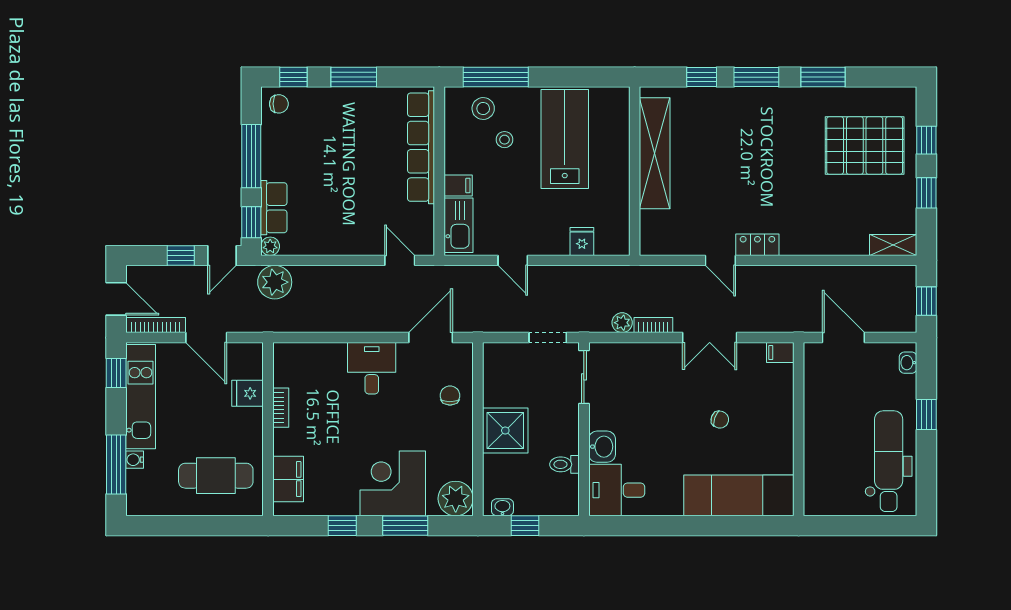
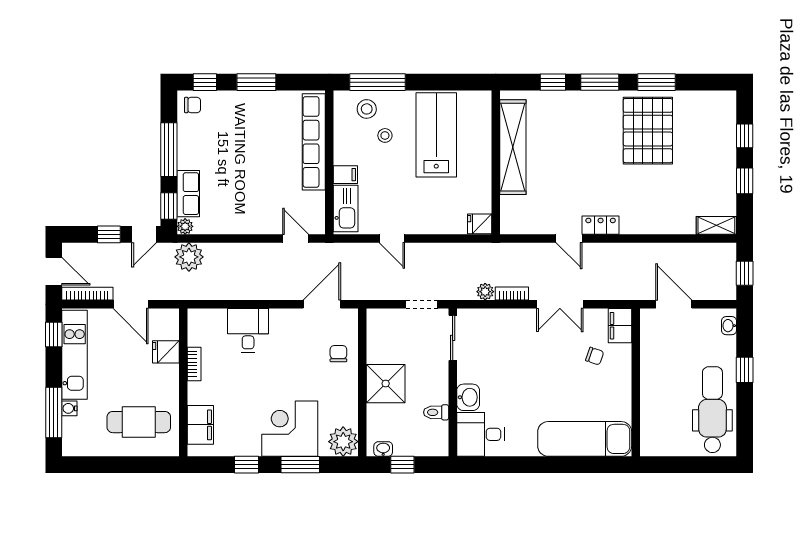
pallet: (865, 145) -> (648, 131), moved, turned 90
fridge: (582, 241) -> (480, 224), moved, turned -90
filing cabinet: (780, 353) -> (620, 326), width x2.00
desk: (372, 368) -> (248, 330), moved
chair: (720, 420) -> (595, 356), moved

